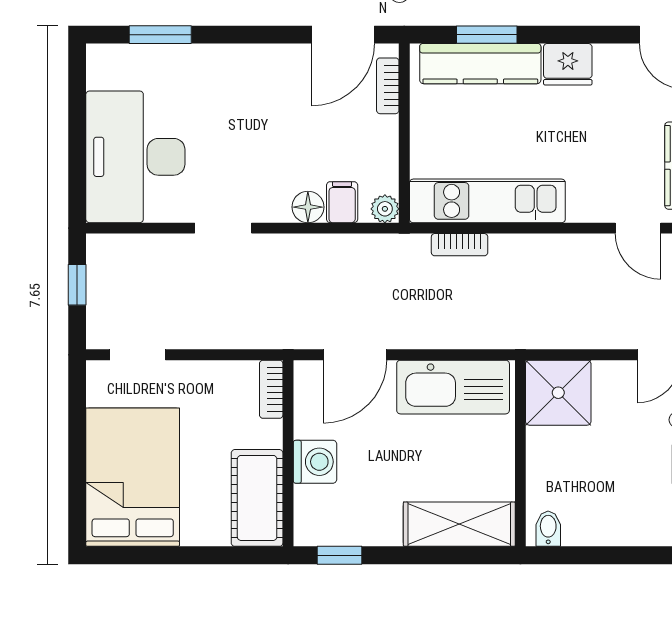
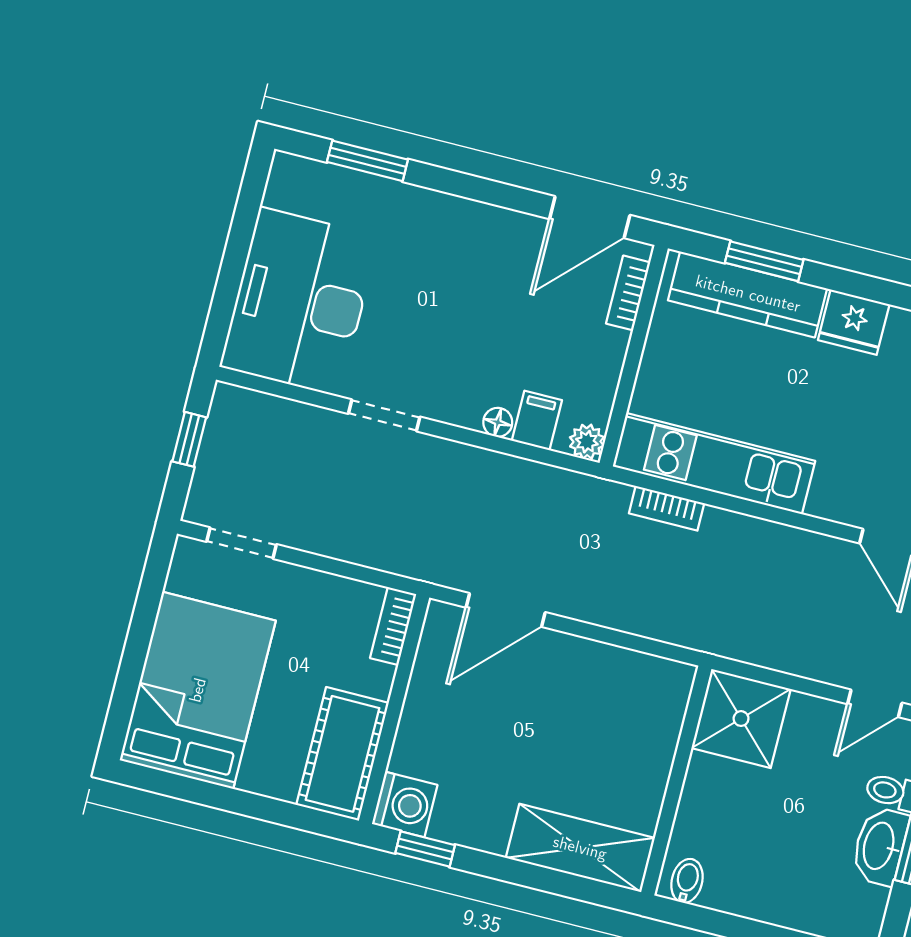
floor lamp: (308, 207) -> (498, 422), width x0.73, depth x0.73
kitchen sink: (453, 387) -> (615, 679), removed
washing machine: (315, 462) -> (405, 804), moved

